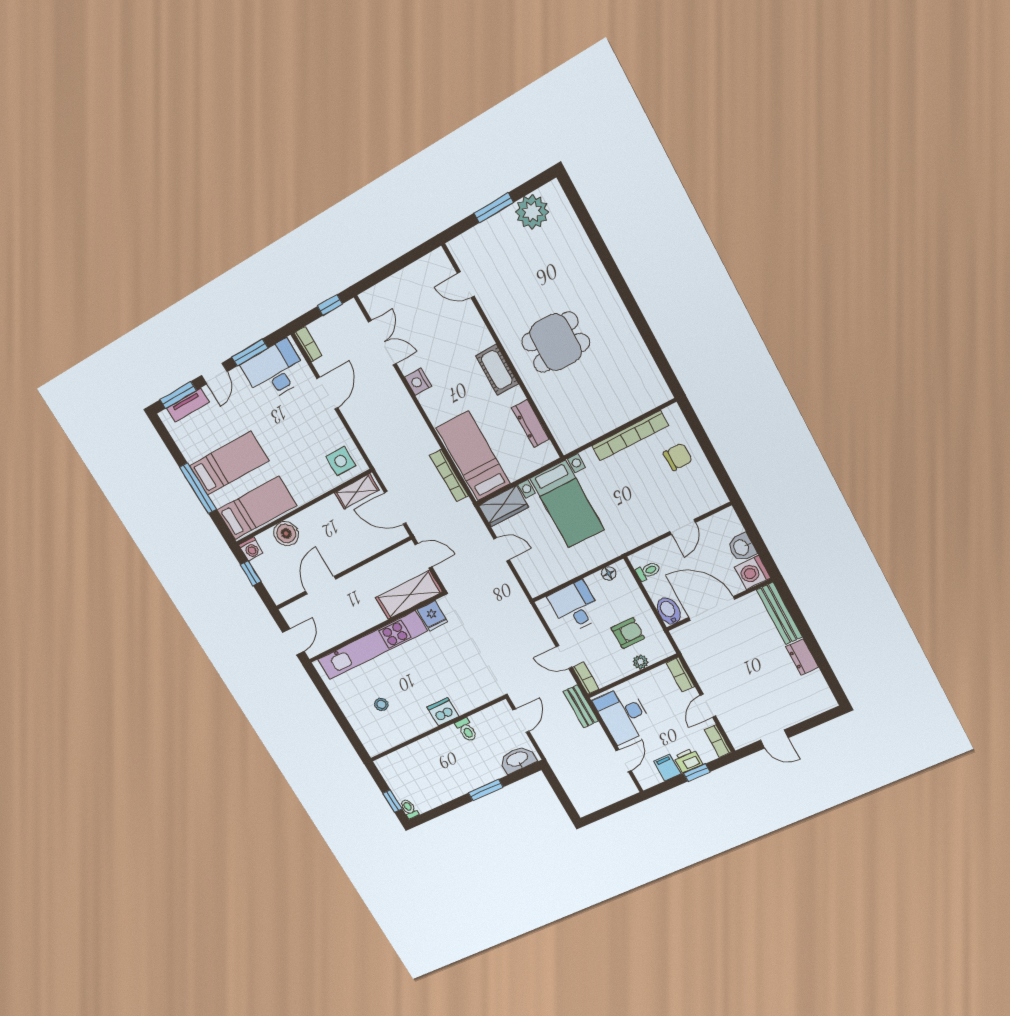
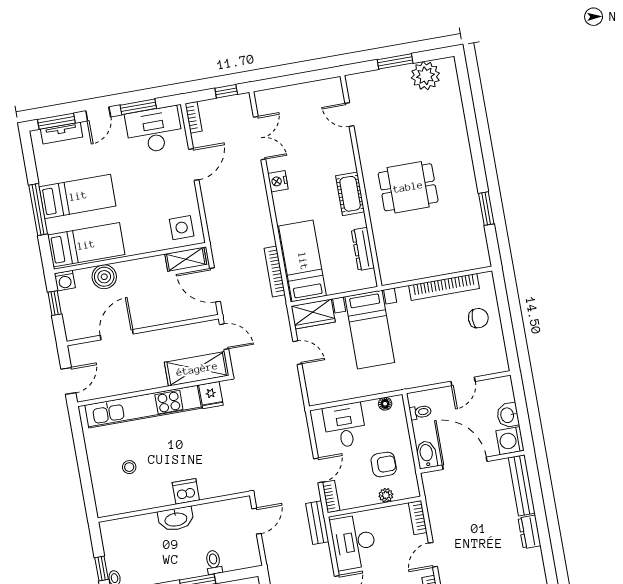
window: (648, 337) -> (486, 209), added
door: (564, 657) -> (318, 470), swing flipped
toilet: (466, 730) -> (214, 562), moved, turned 180
washbasin: (517, 759) -> (176, 519), moved, turned 180

